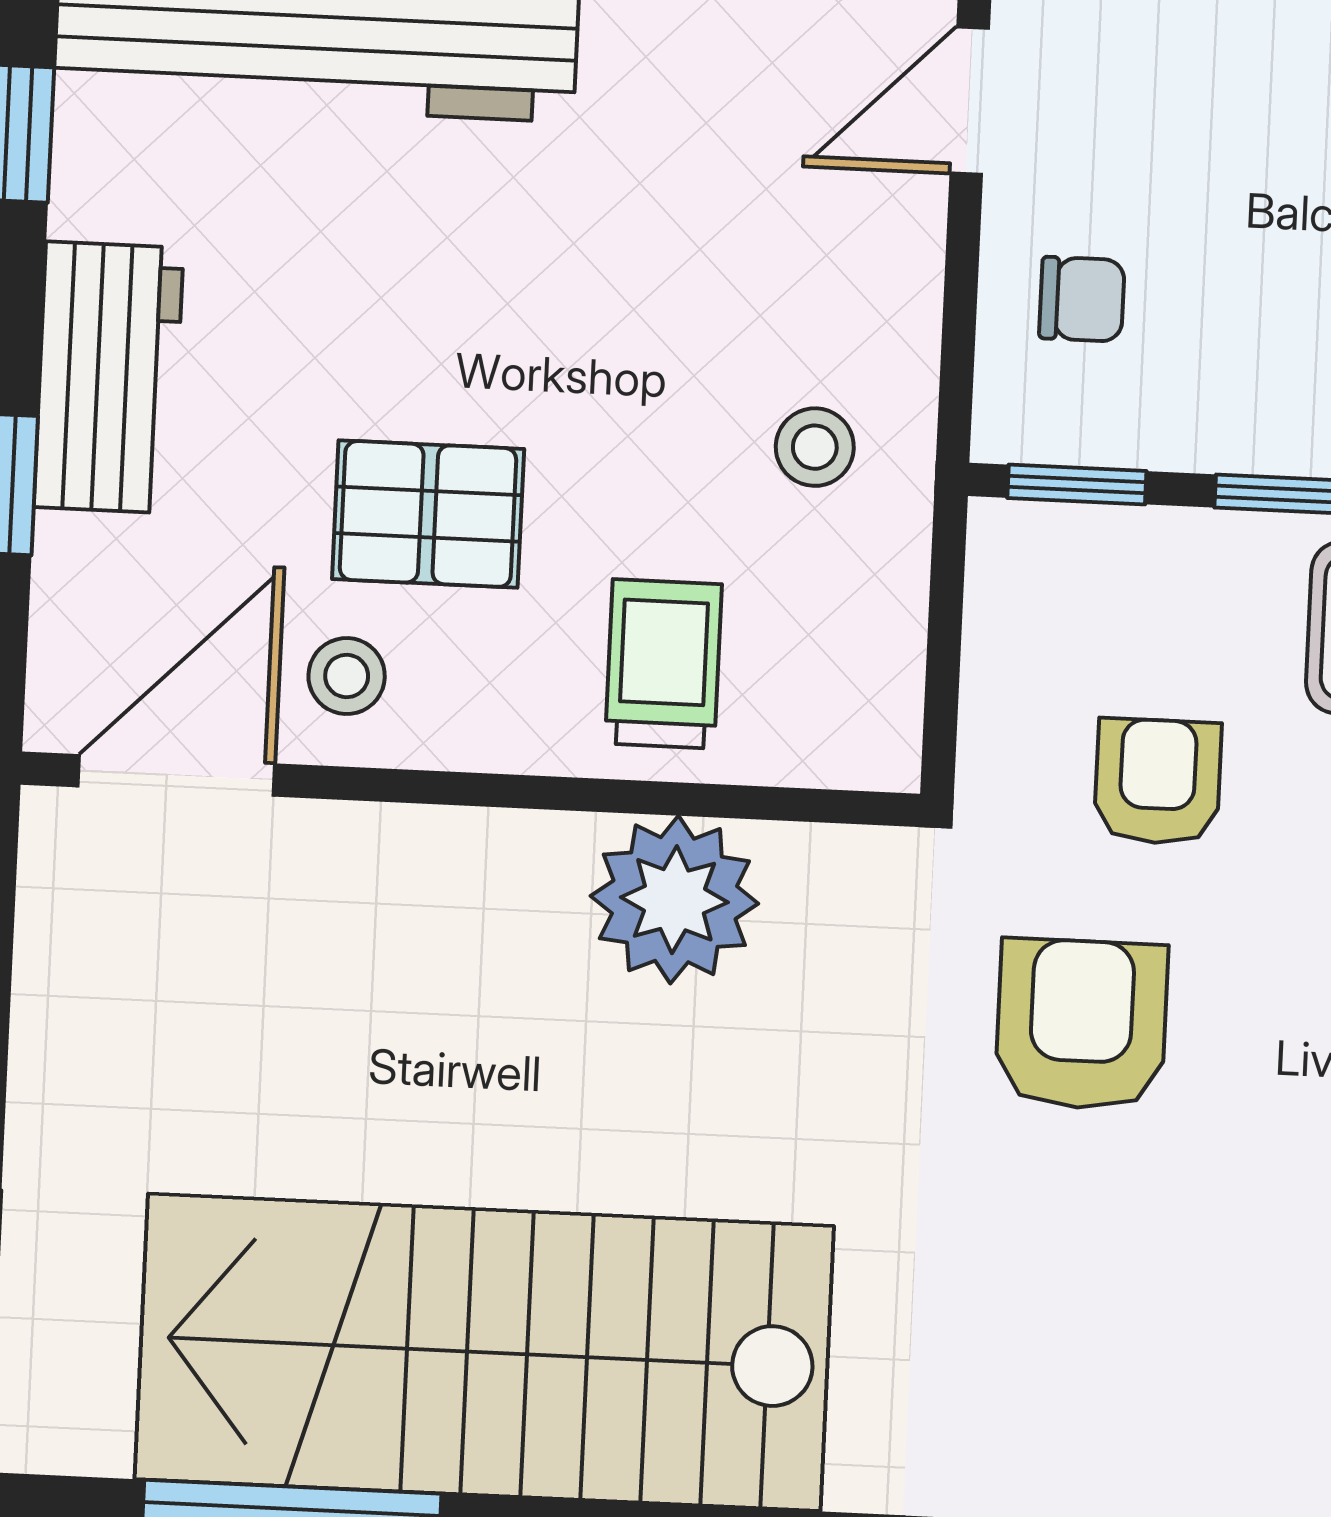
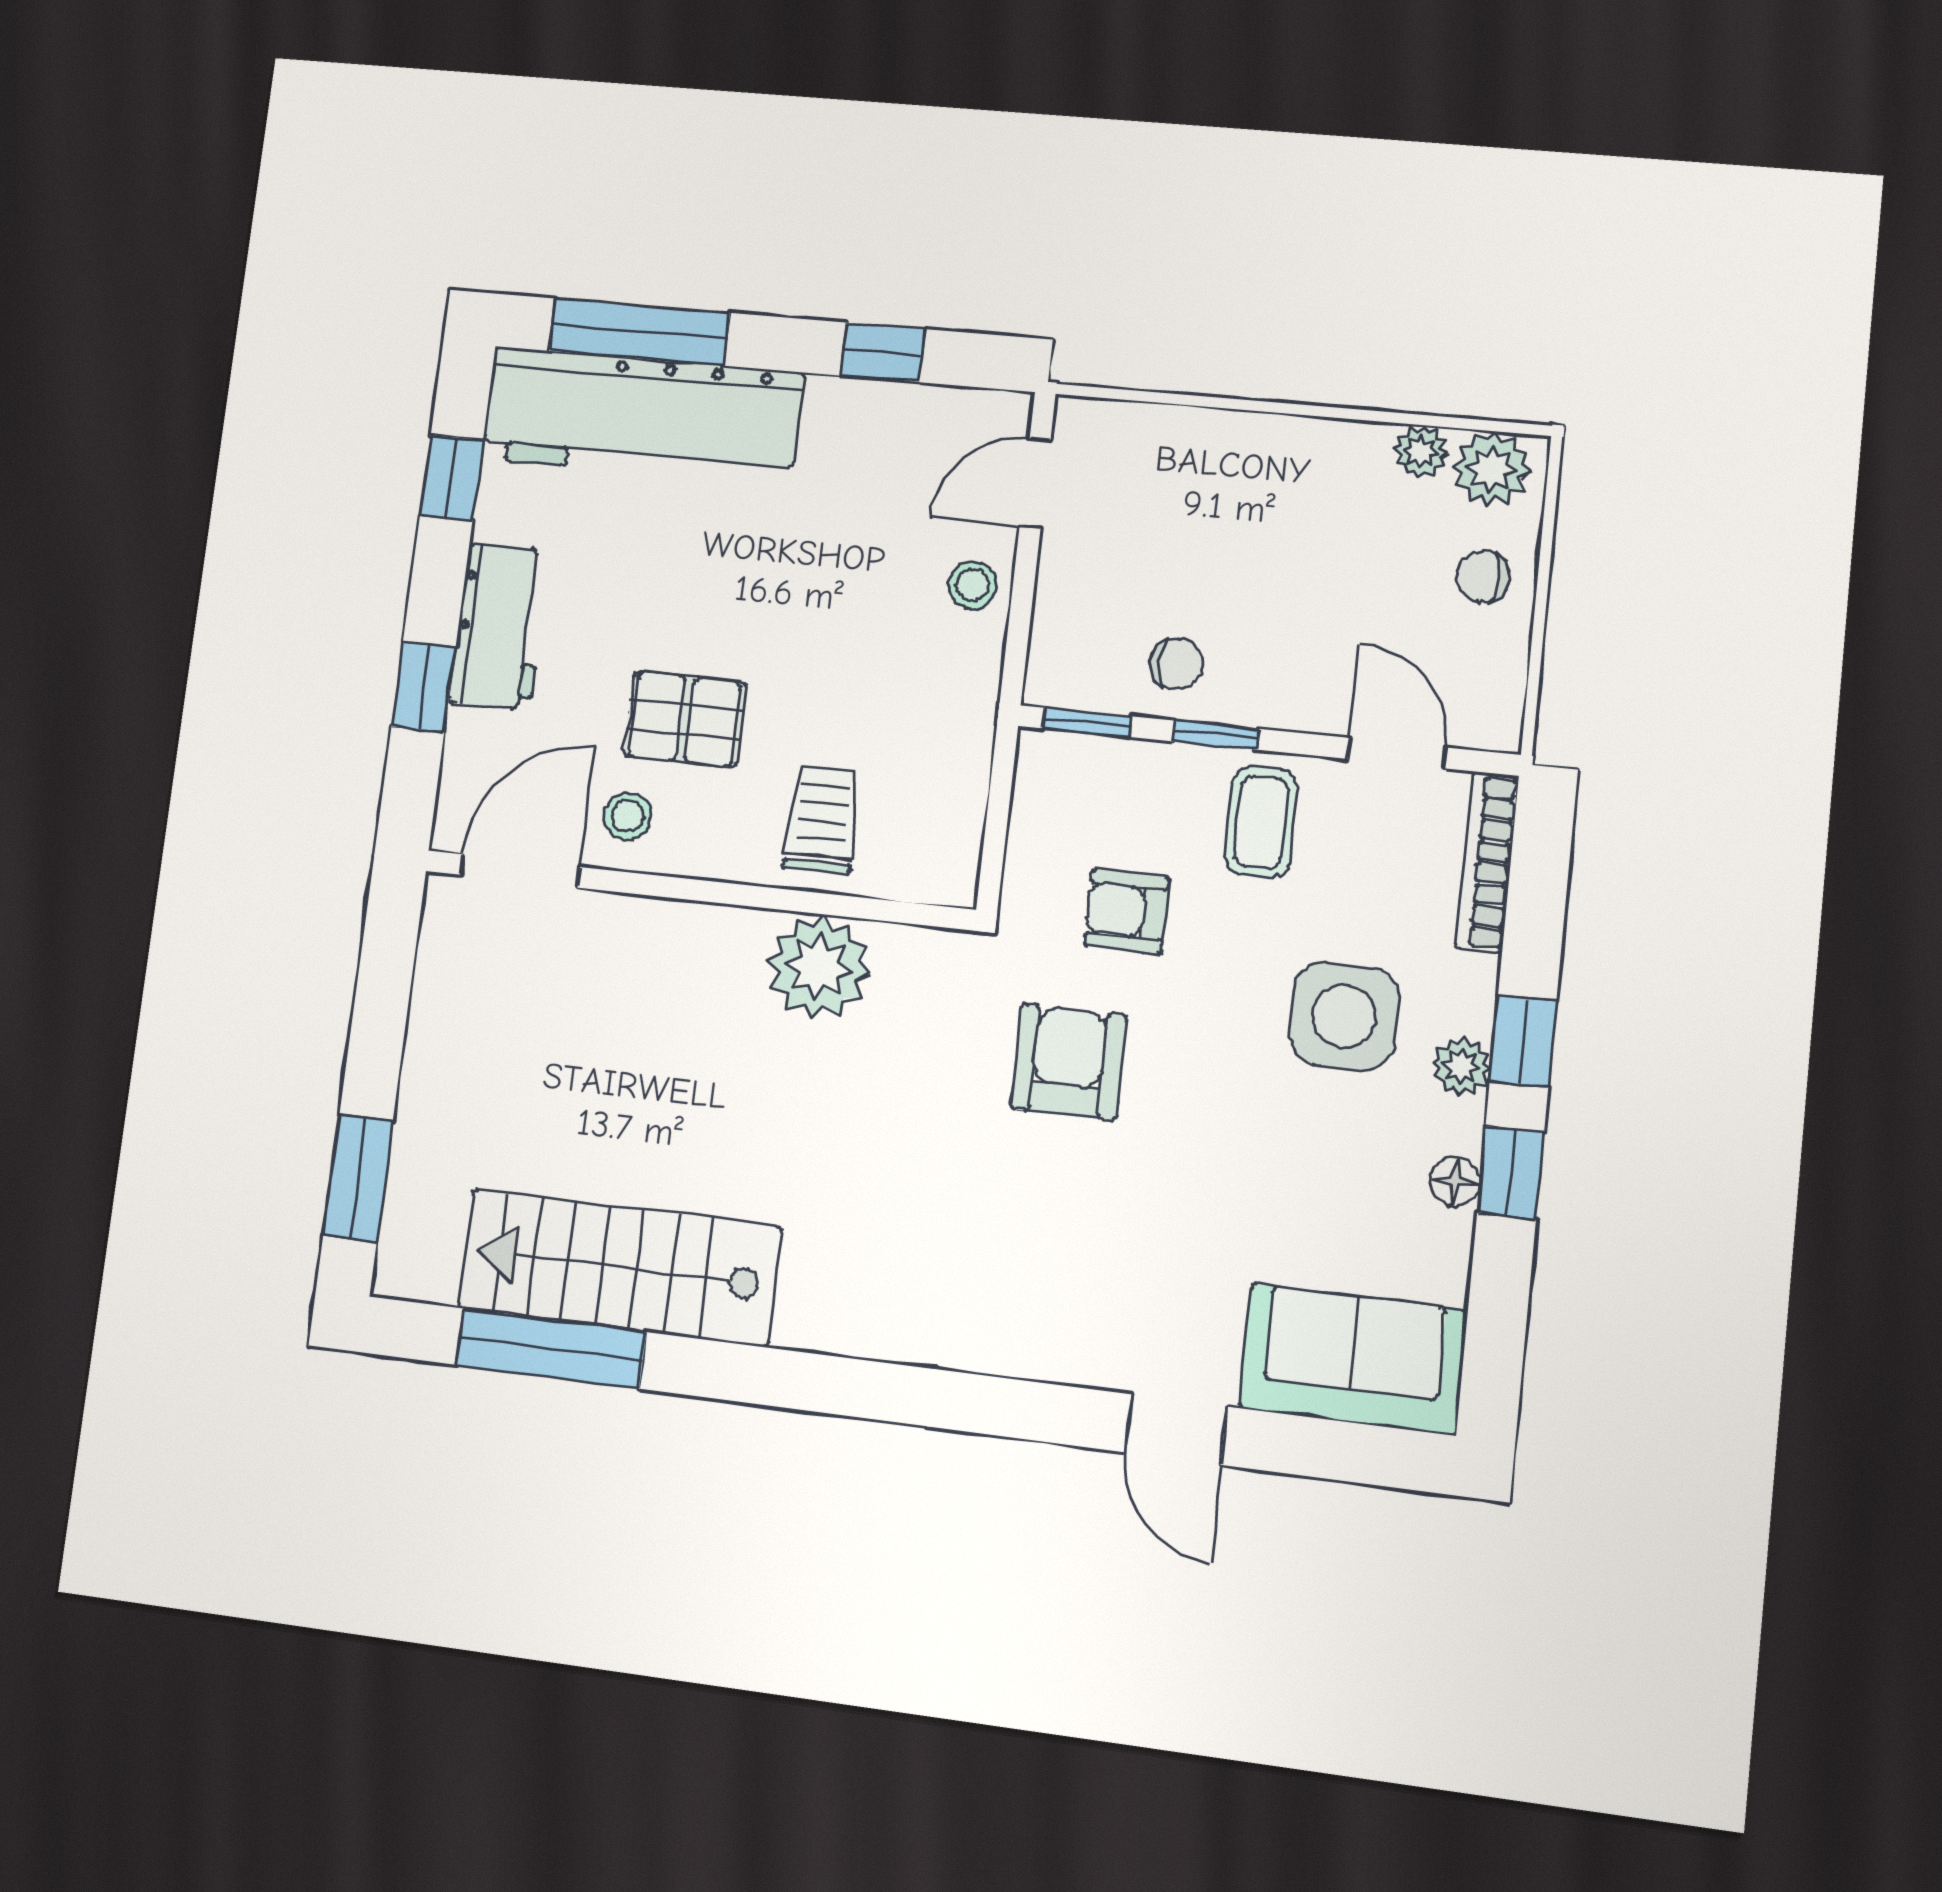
chair: (1082, 299) -> (1176, 663), moved
stool: (815, 447) -> (973, 585), moved
armchair: (1158, 782) -> (1126, 911), turned -90
stairs: (484, 1352) -> (619, 1268), width x0.73, depth x0.66

